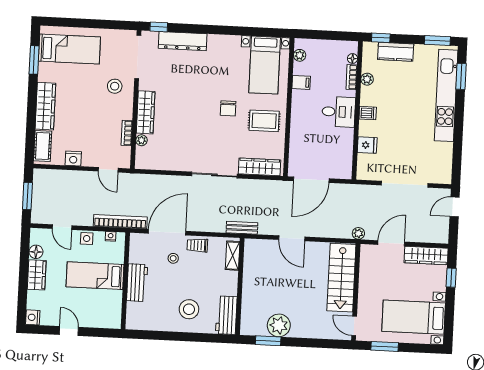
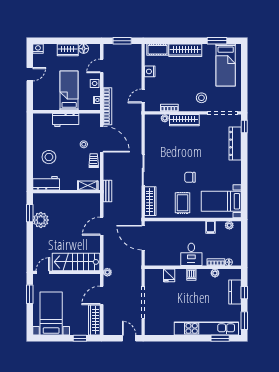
window: (381, 38) -> (244, 293), moved
door: (391, 243) -> (102, 295), swing flipped

